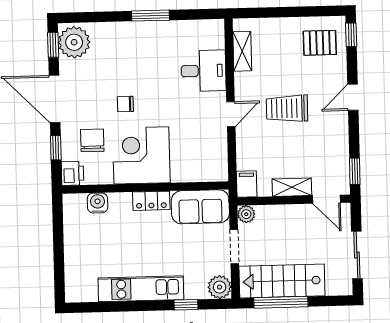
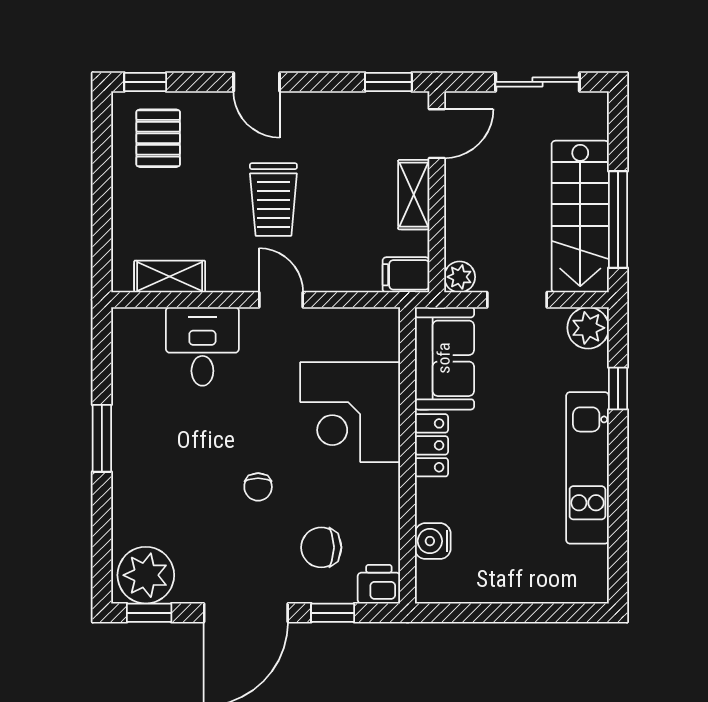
corner desk: (141, 155) -> (350, 412), moved

